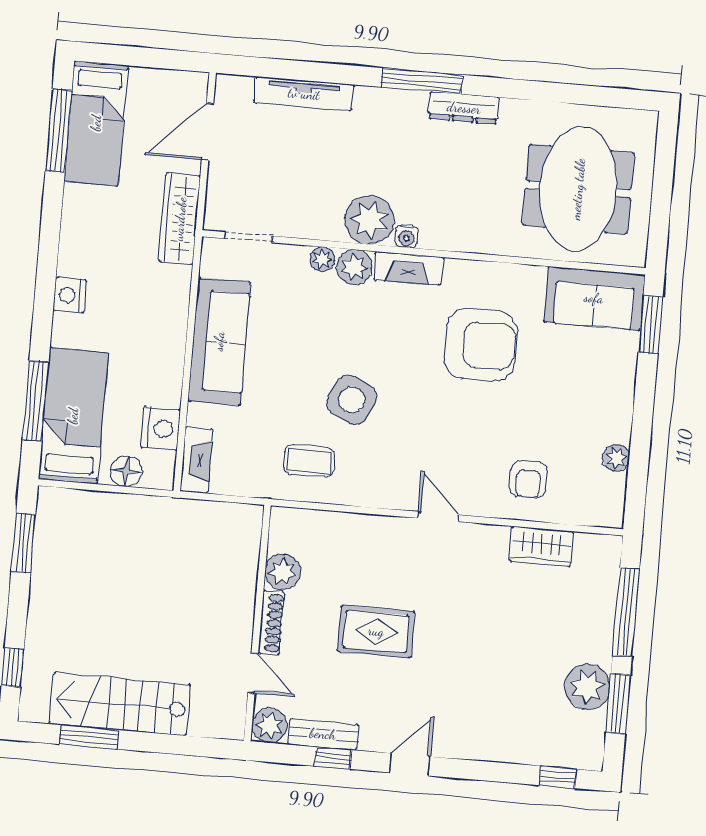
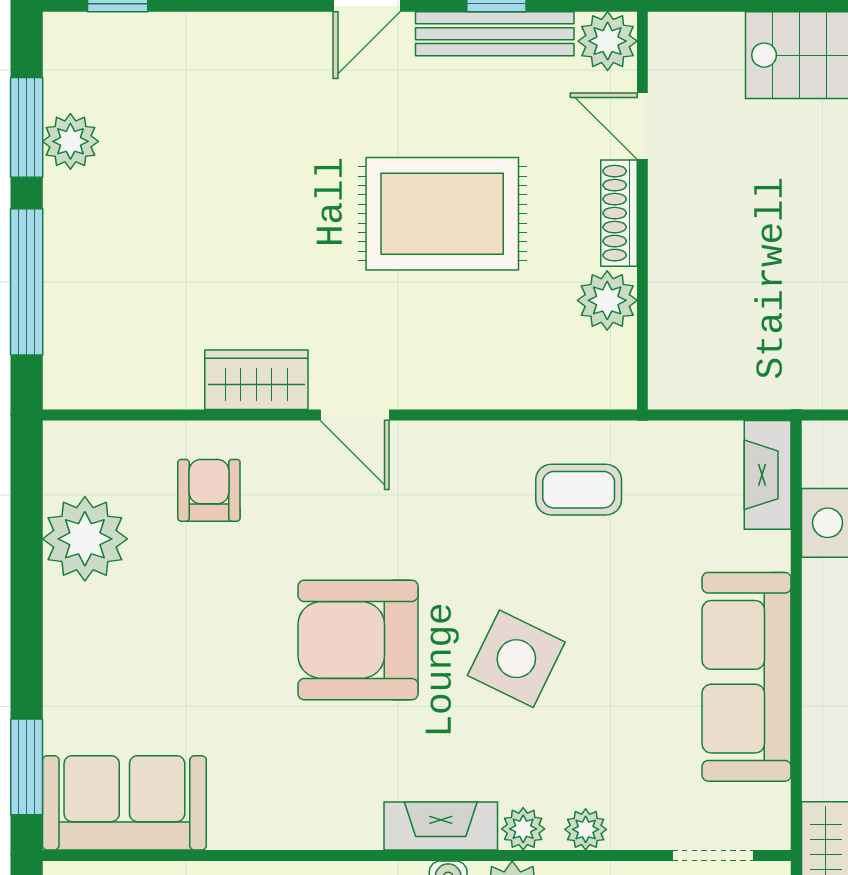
plant: (354, 267) -> (523, 829), width x0.73, depth x0.73
armchair: (481, 345) -> (358, 640), moved
side table: (352, 400) -> (516, 659), moved
plant: (616, 458) -> (85, 539), width x1.88, depth x1.88
wardrobe: (541, 546) -> (256, 380), moved
rug: (376, 631) -> (442, 214), width x1.36, depth x1.43
plant: (587, 687) -> (70, 141), width x0.73, depth x0.73
bench: (323, 734) -> (495, 34), width x1.36

